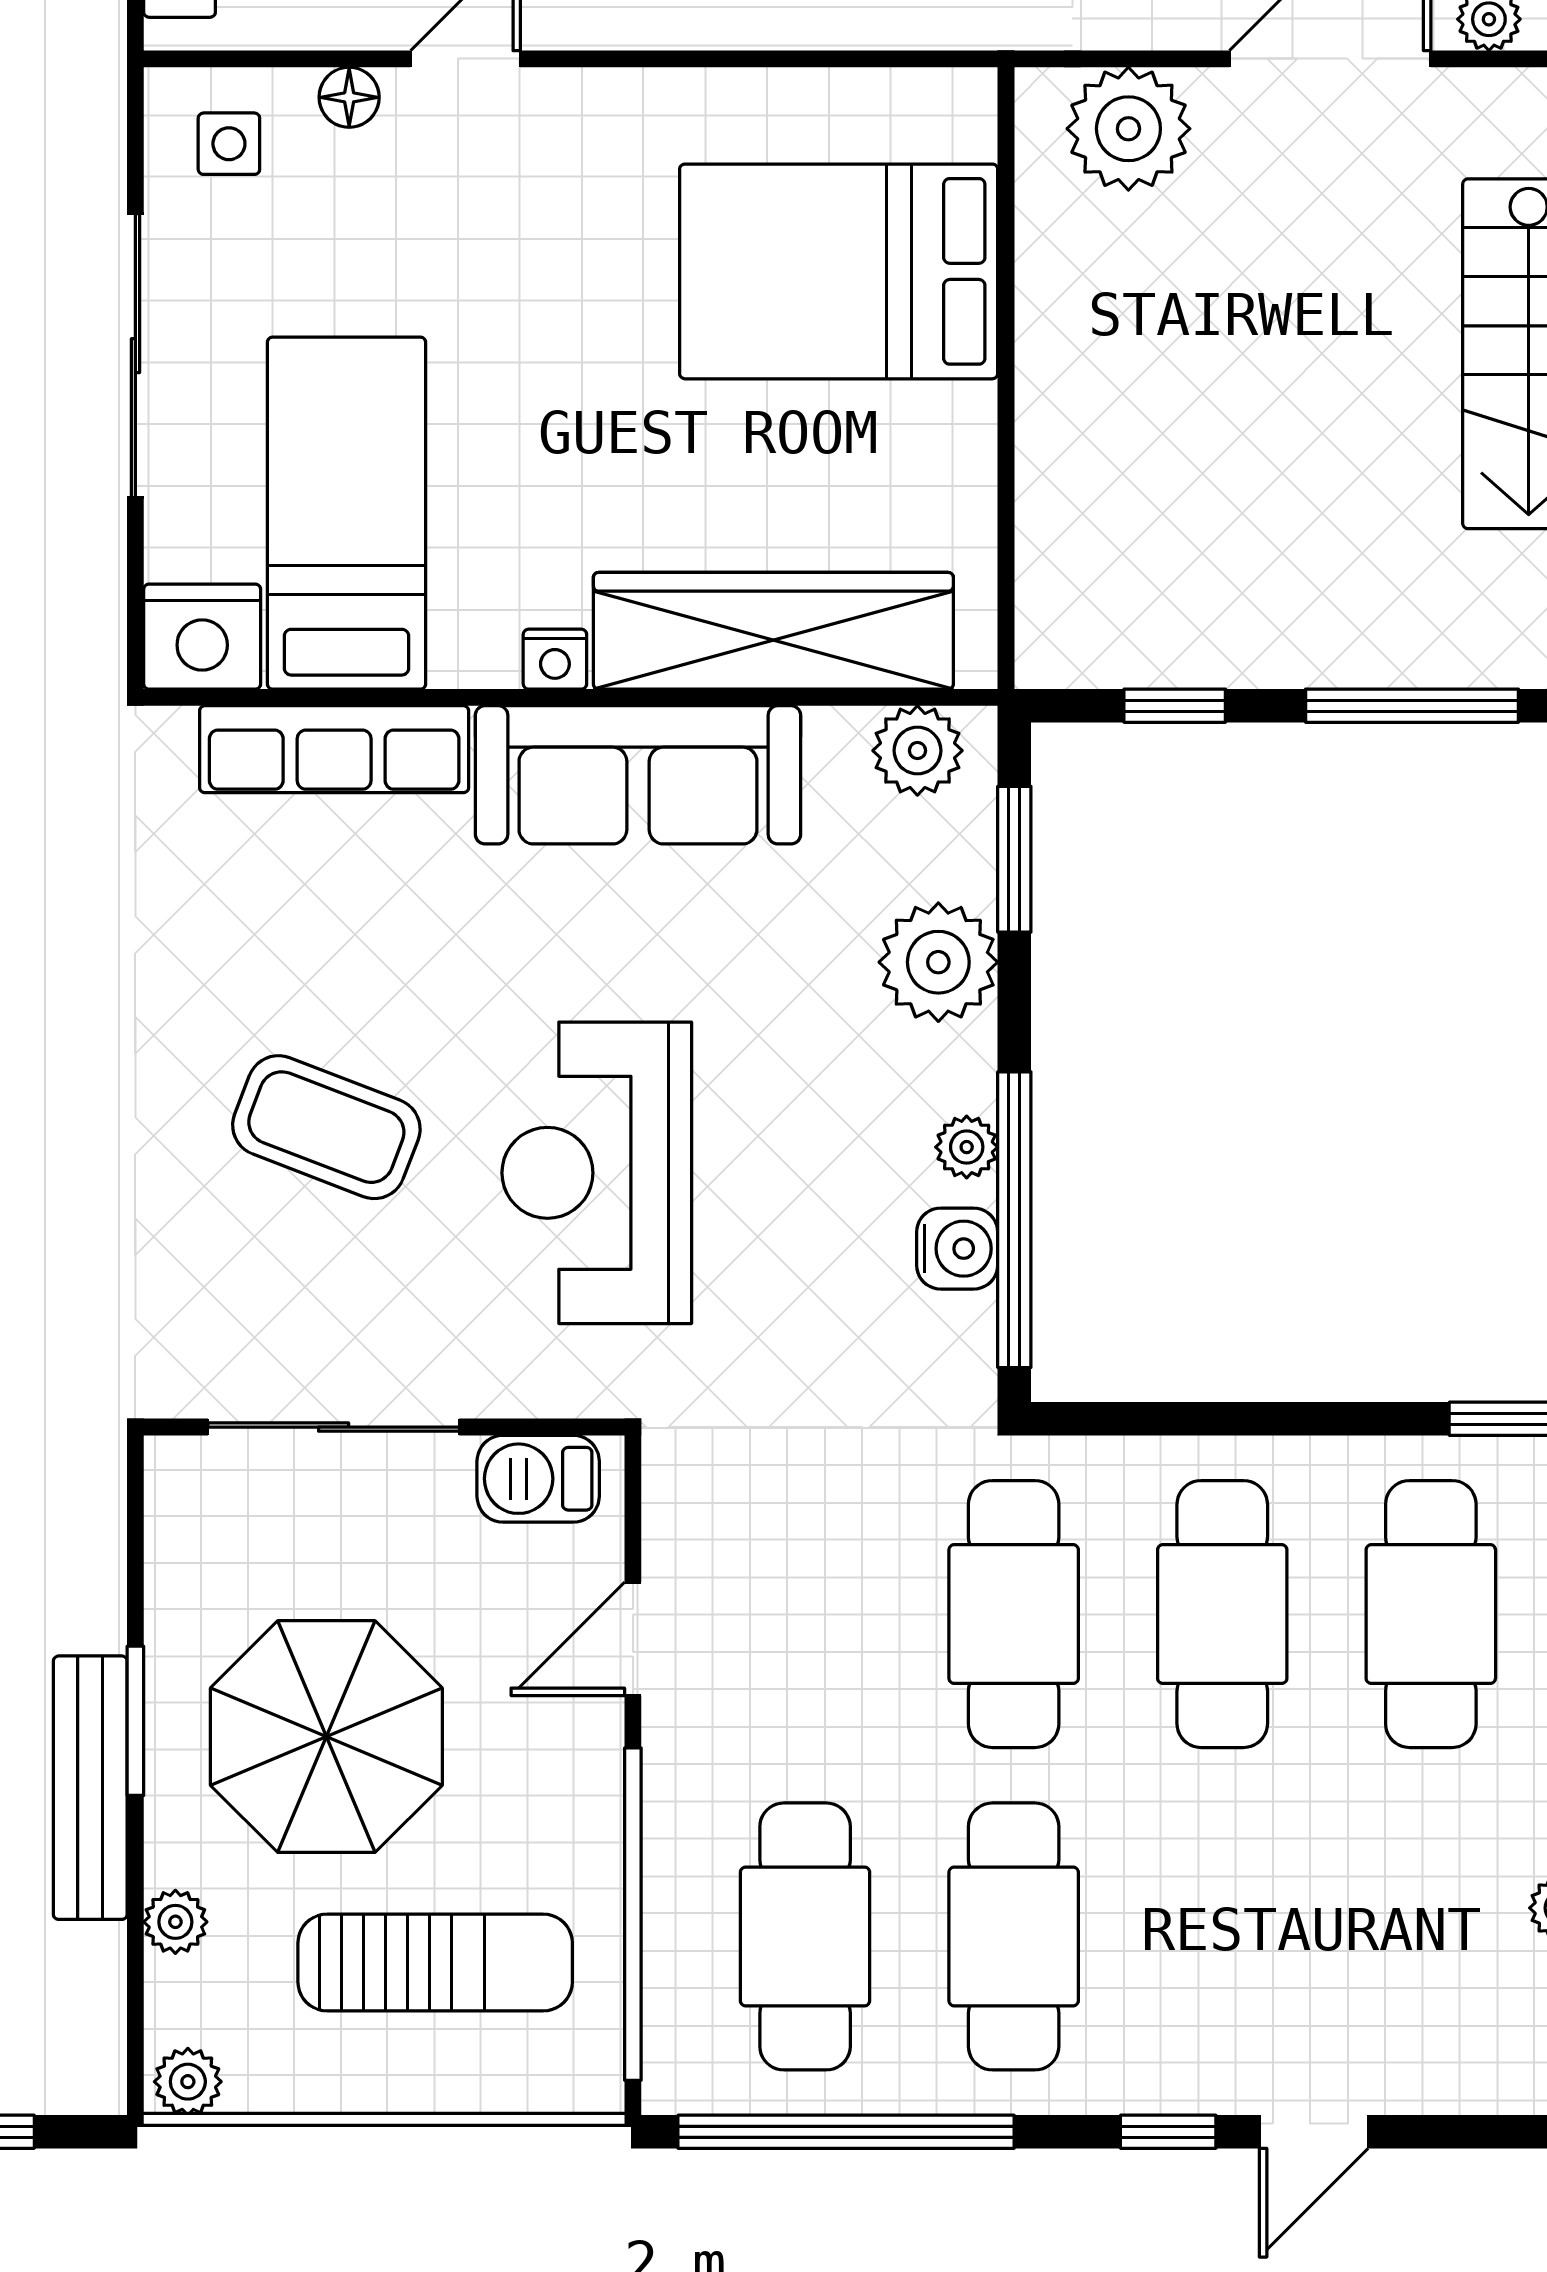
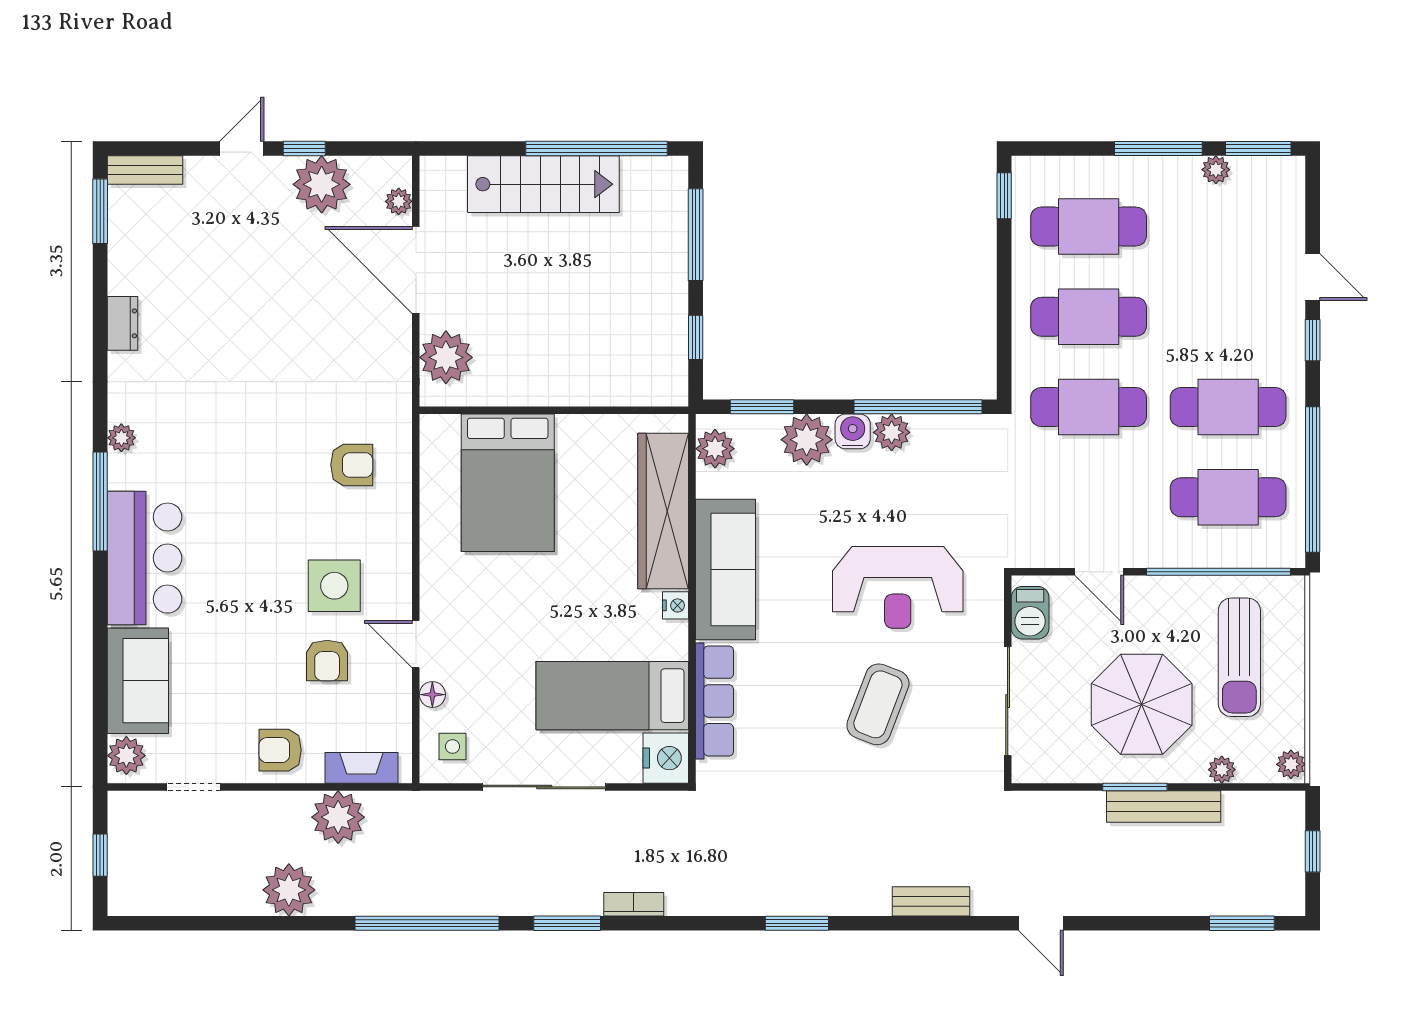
plant: (967, 1147) -> (892, 432), width x1.38, depth x1.38
water cooler: (957, 1249) -> (853, 431), moved
sun lounger: (435, 1962) -> (1239, 657), turned 180

